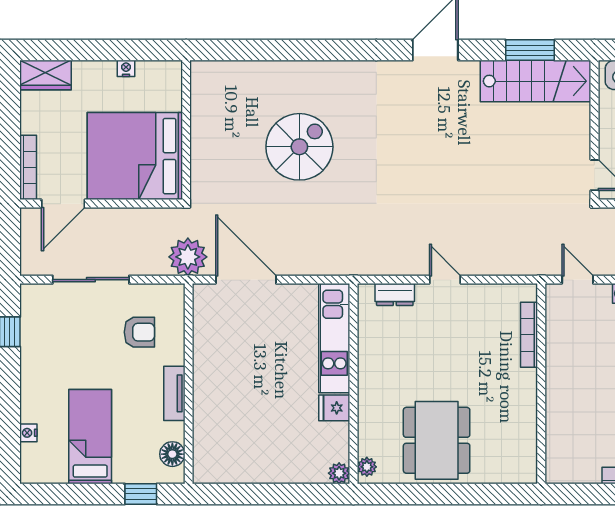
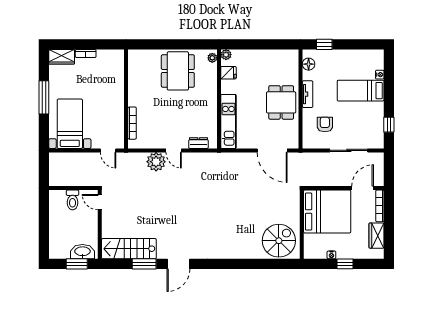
window: (99, 50) -> (345, 264), added
window: (530, 50) -> (144, 264), moved
wardrobe: (46, 75) -> (377, 236), moved, turned -90
spiral stairs: (299, 147) -> (279, 241), moved, turned 180
plant: (188, 257) -> (156, 162), moved
armchair: (139, 332) -> (325, 124), turned 90
dining table: (228, 377) -> (281, 102), added
fridge: (334, 408) -> (228, 73), moved
bed: (90, 437) -> (361, 91), moved, turned 90

